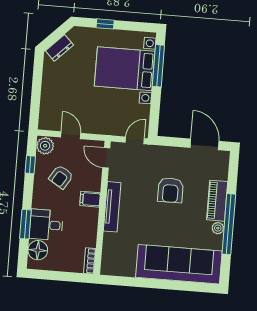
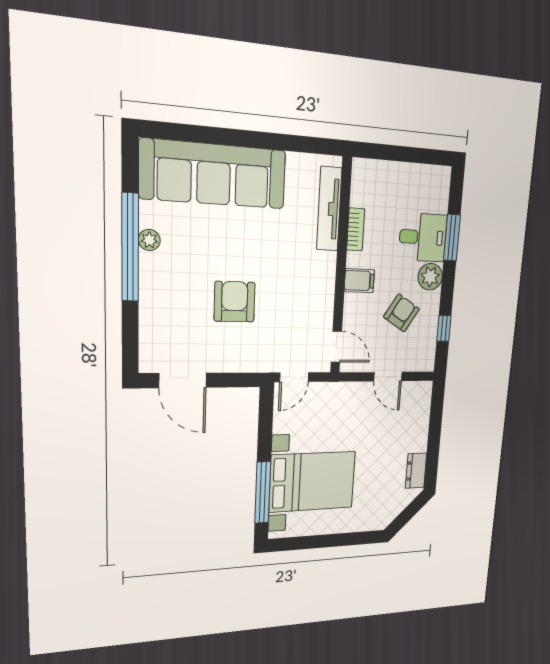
window: (105, 24) -> (341, 540), removed
dresser: (59, 48) -> (416, 471), moved, turned -45
plant: (45, 146) -> (430, 277), moved
piano: (217, 201) -> (154, 288), removed
tv unit: (112, 207) -> (329, 209), moved
floor lamp: (38, 250) -> (435, 197), removed
bookcase: (90, 261) -> (356, 229), moved

